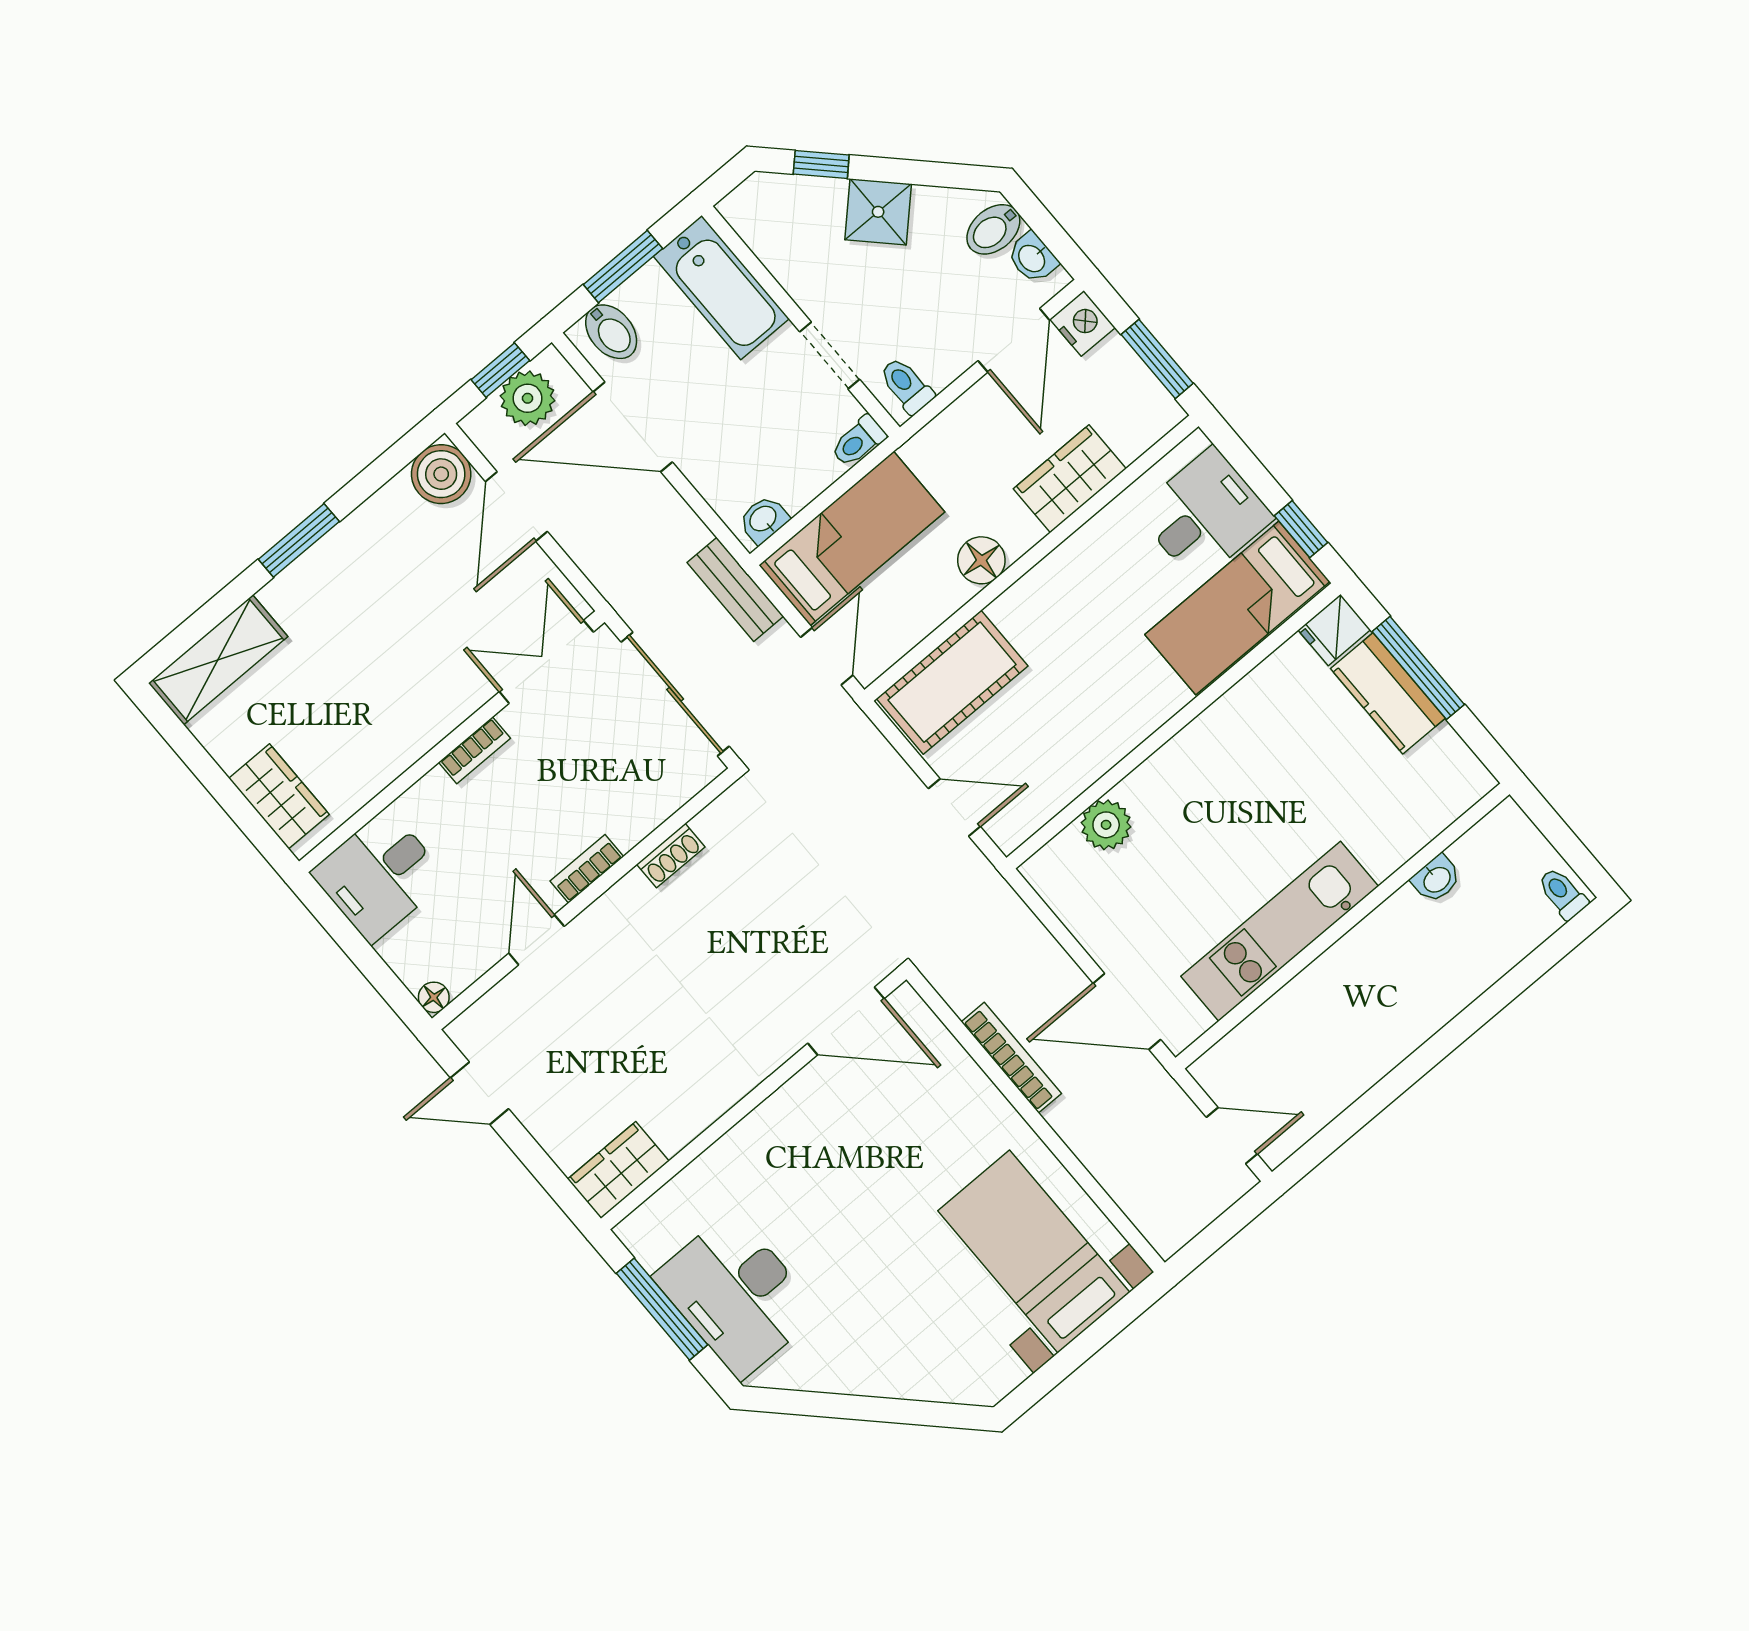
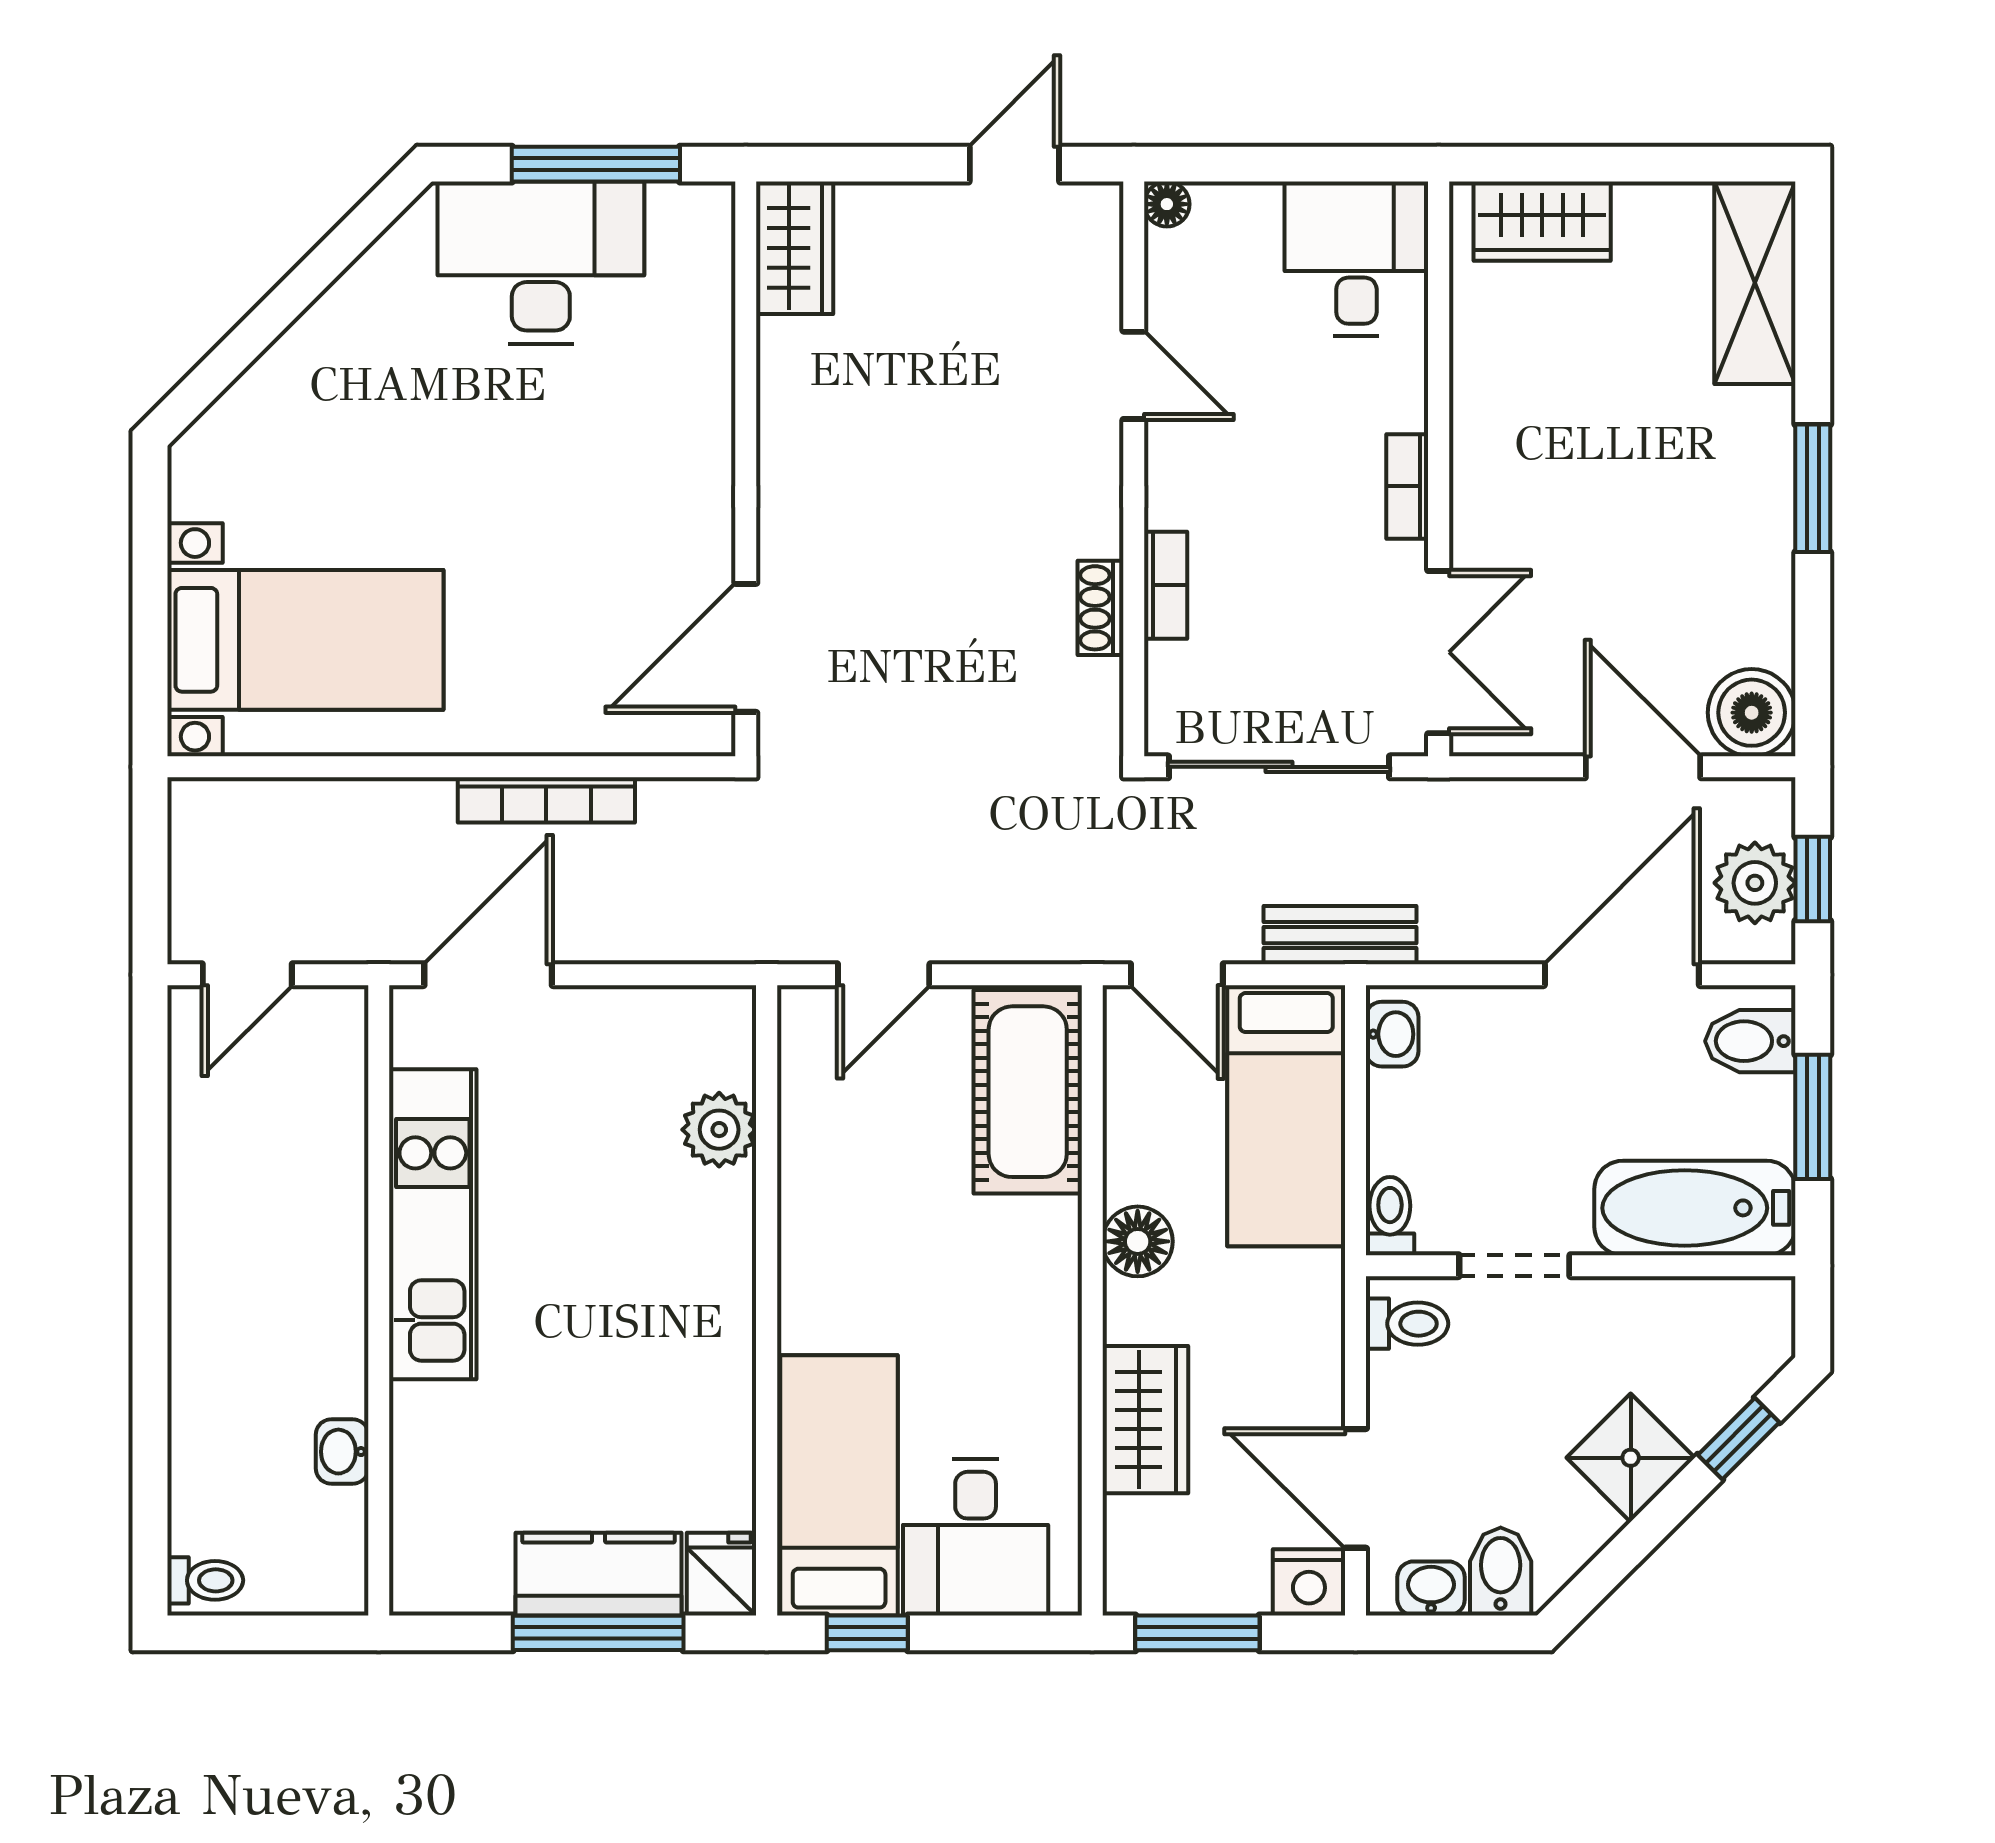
bookcase: (587, 869) -> (1166, 585), moved

